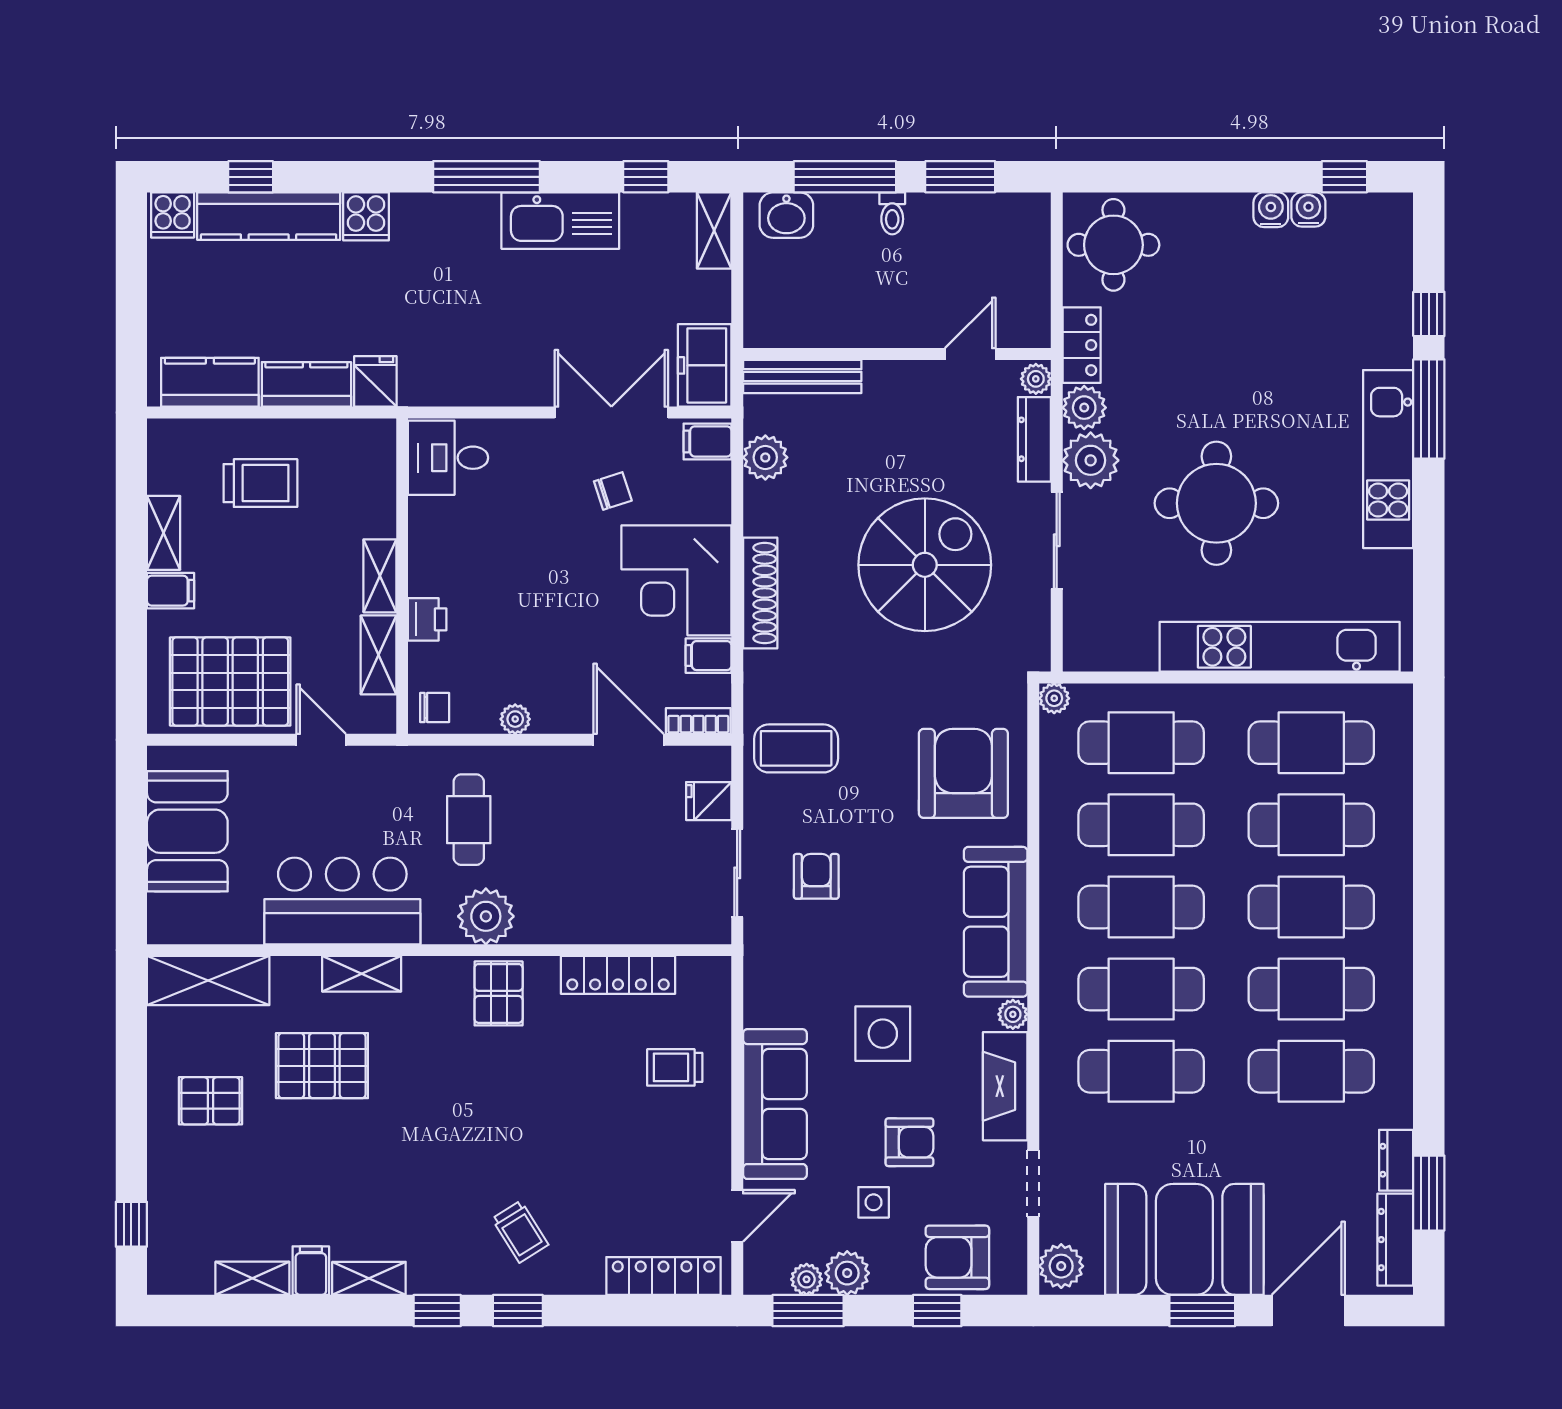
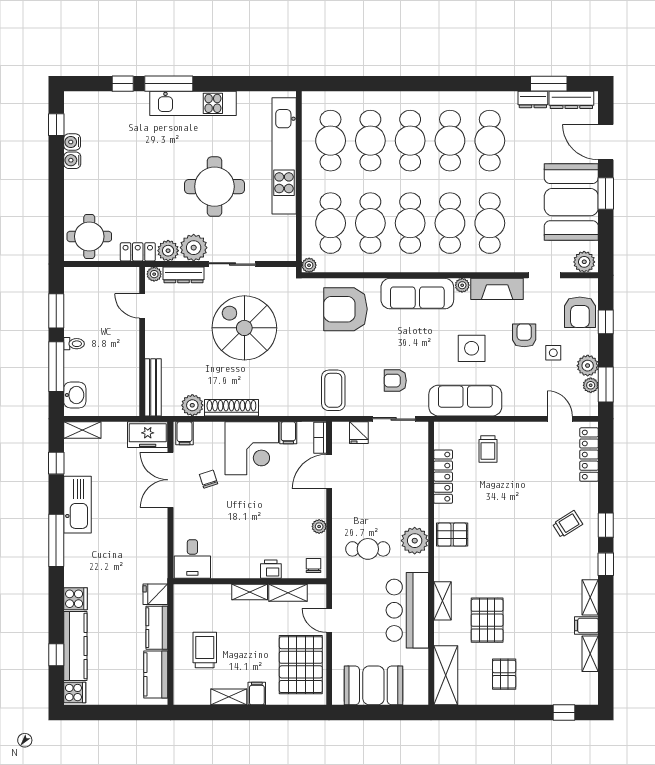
shoe rack: (760, 593) -> (231, 408), moved
door: (321, 740) -> (329, 620), hinge flipped
sofa: (775, 1104) -> (465, 401), moved

